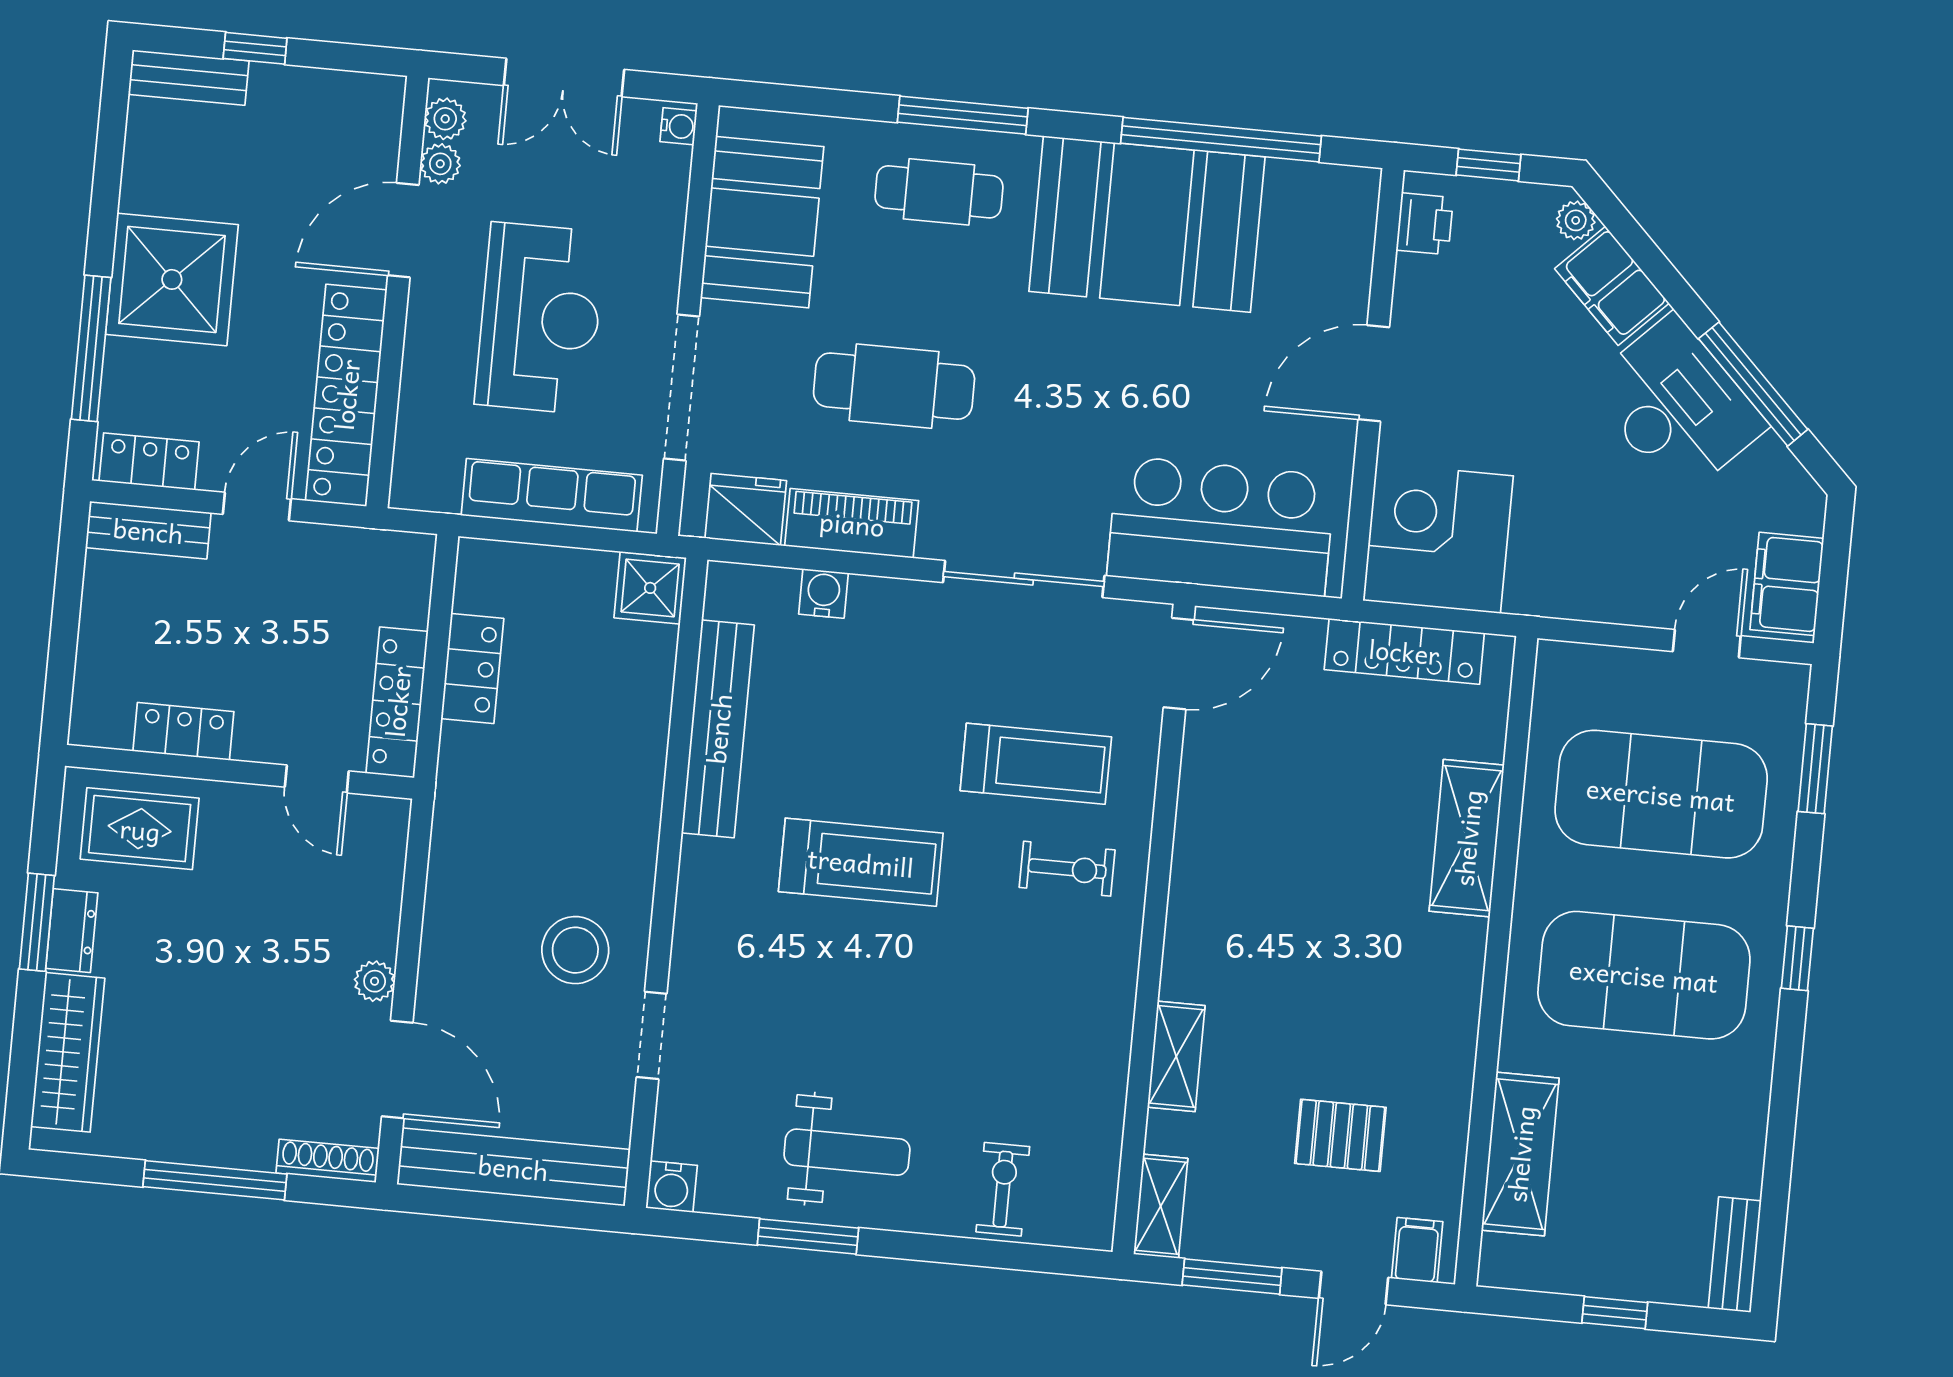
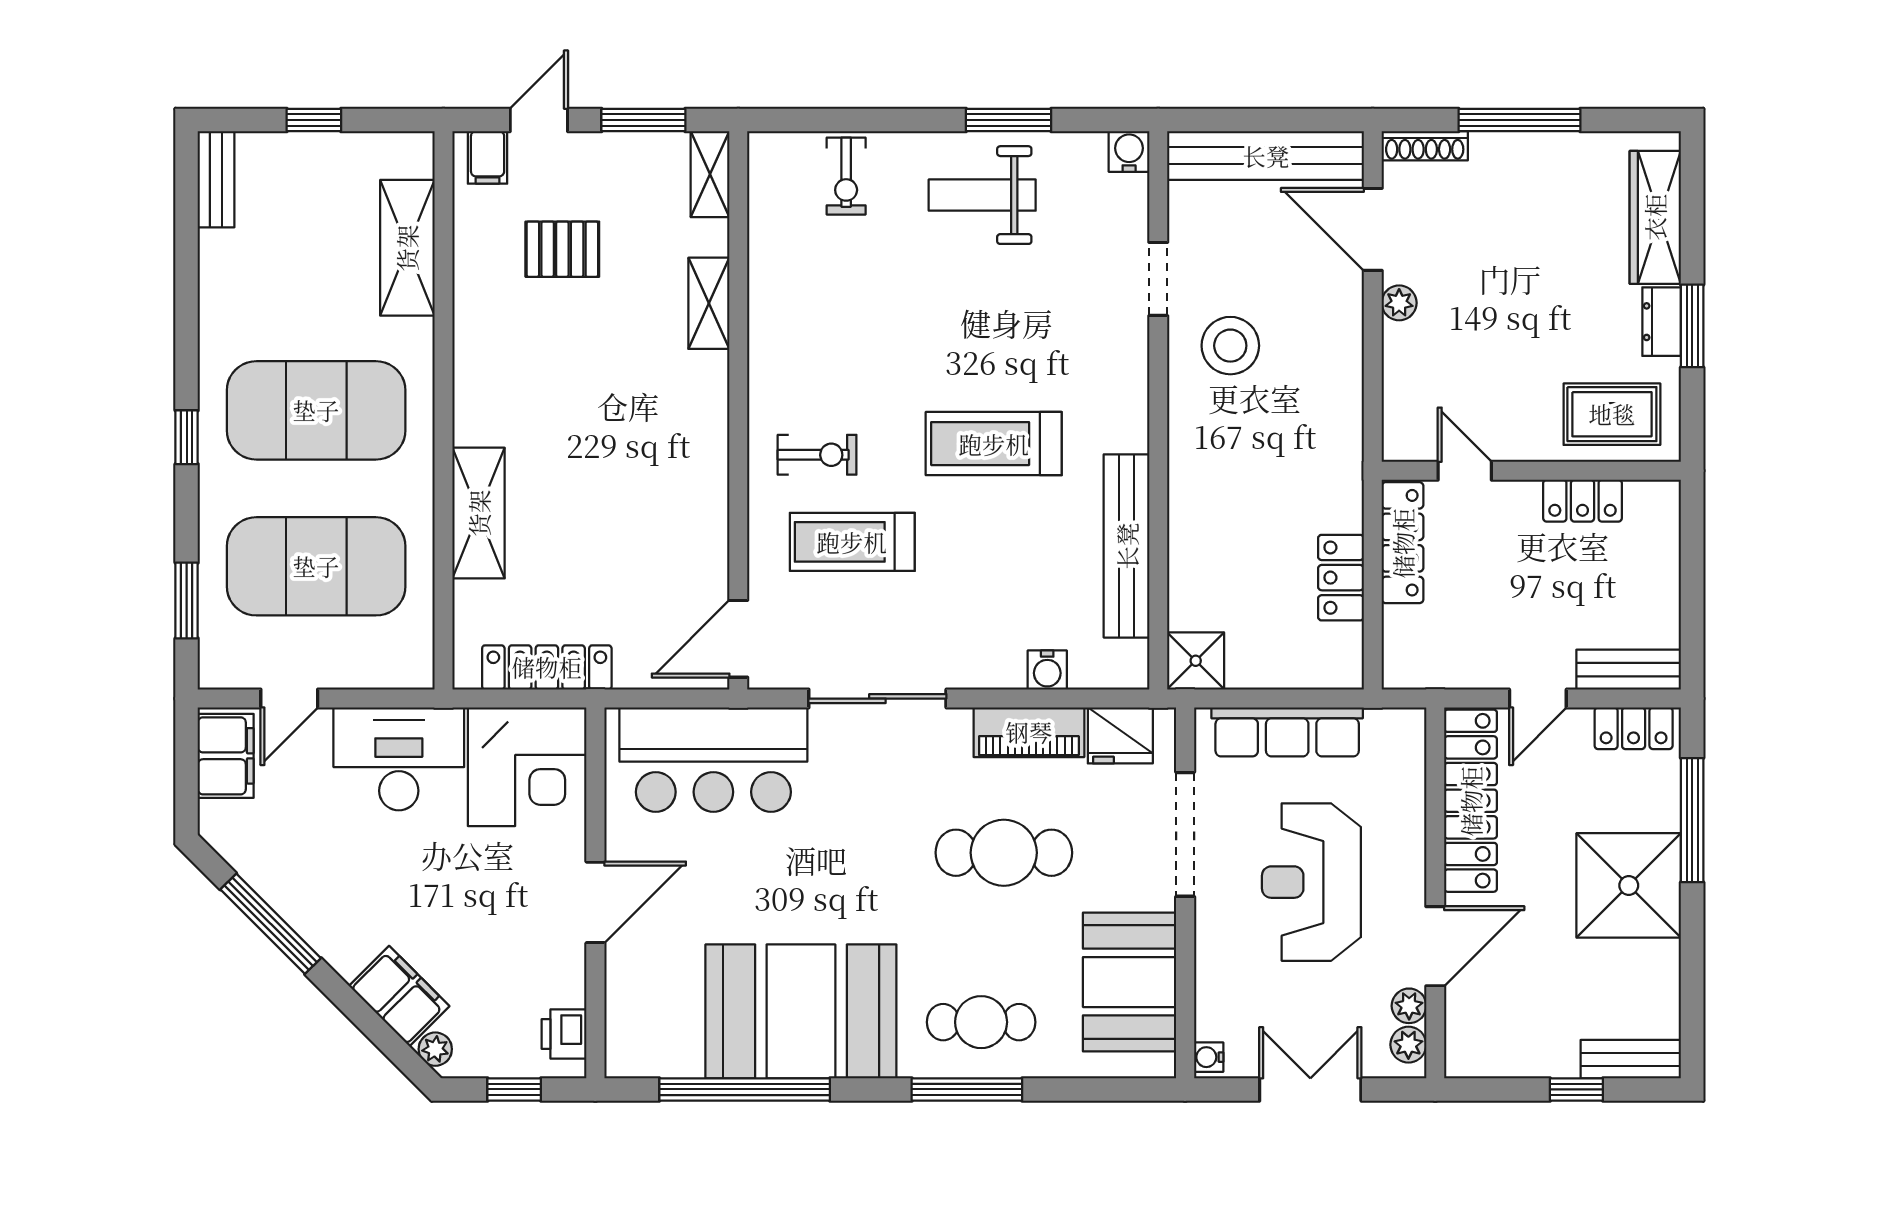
desk: (1676, 406) -> (399, 759), moved, turned 135
exercise bike: (1067, 869) -> (817, 455), turned 180

